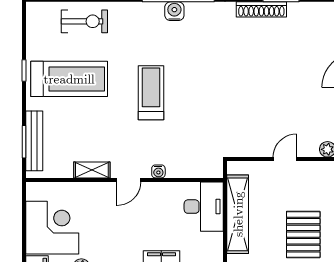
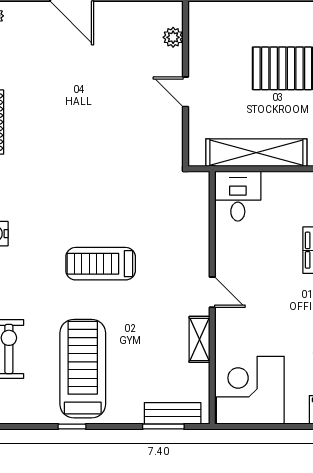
bench: (34, 141) -> (173, 413), width x0.73
water cooler: (158, 171) -> (201, 254), removed
desk: (204, 207) -> (238, 196), width x0.73
corner desk: (52, 228) -> (250, 390), moved

